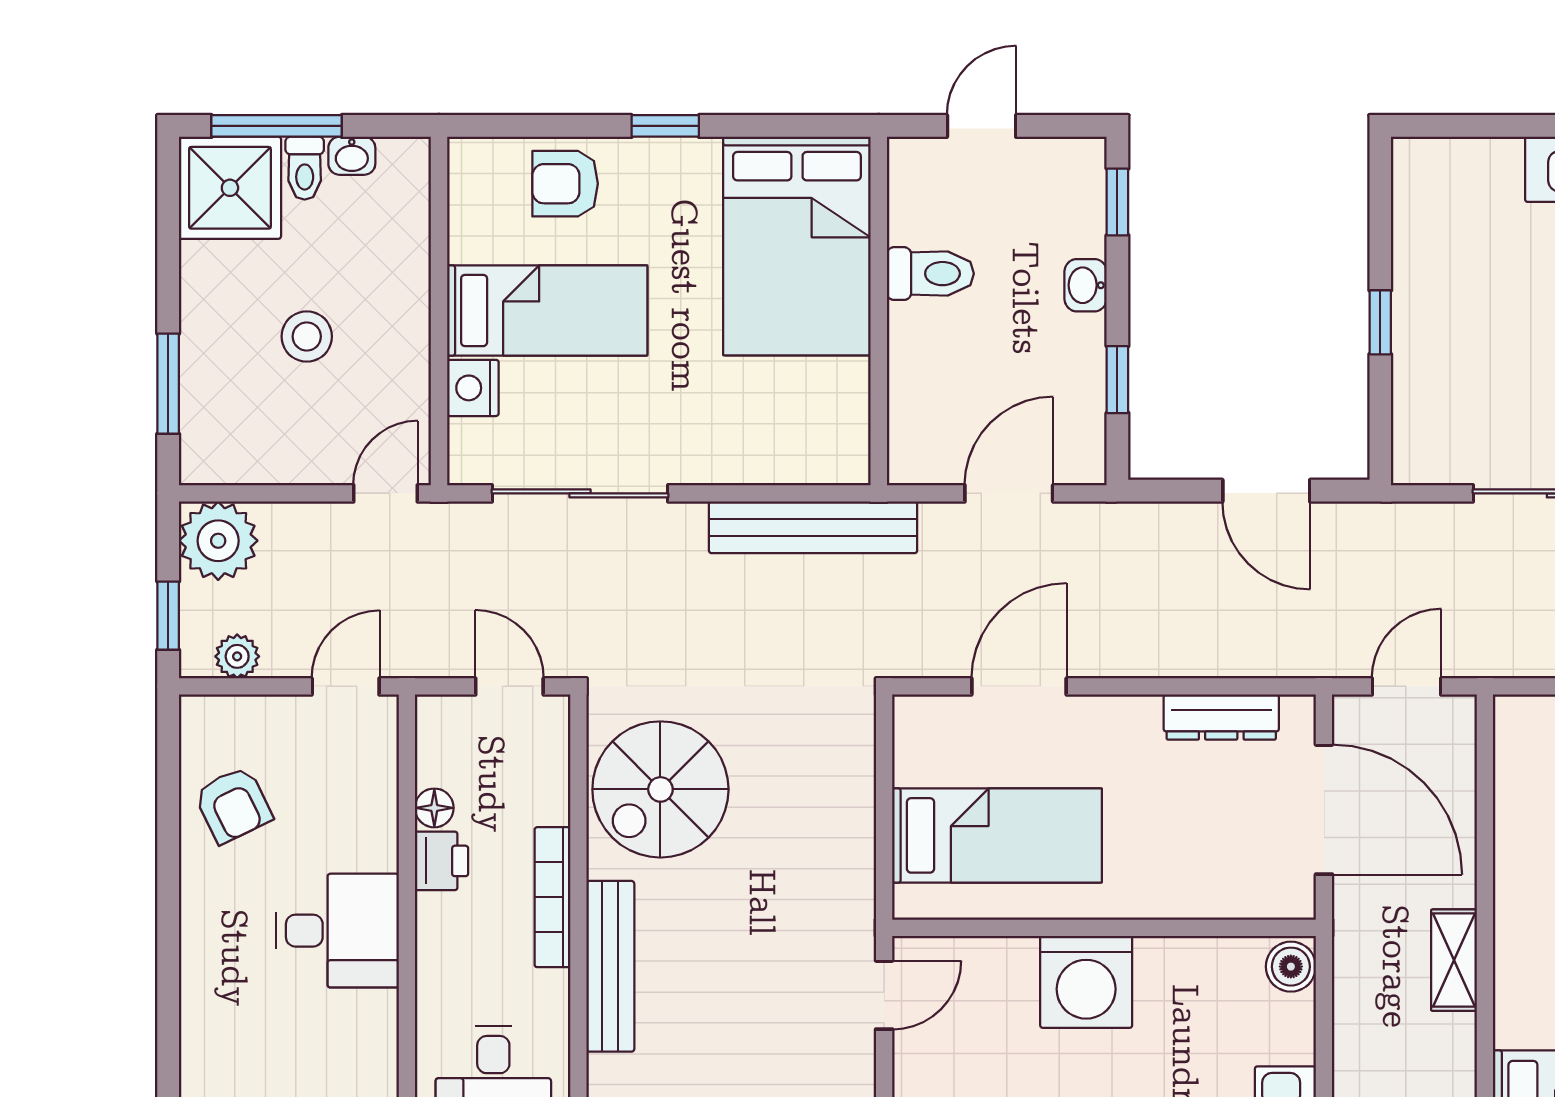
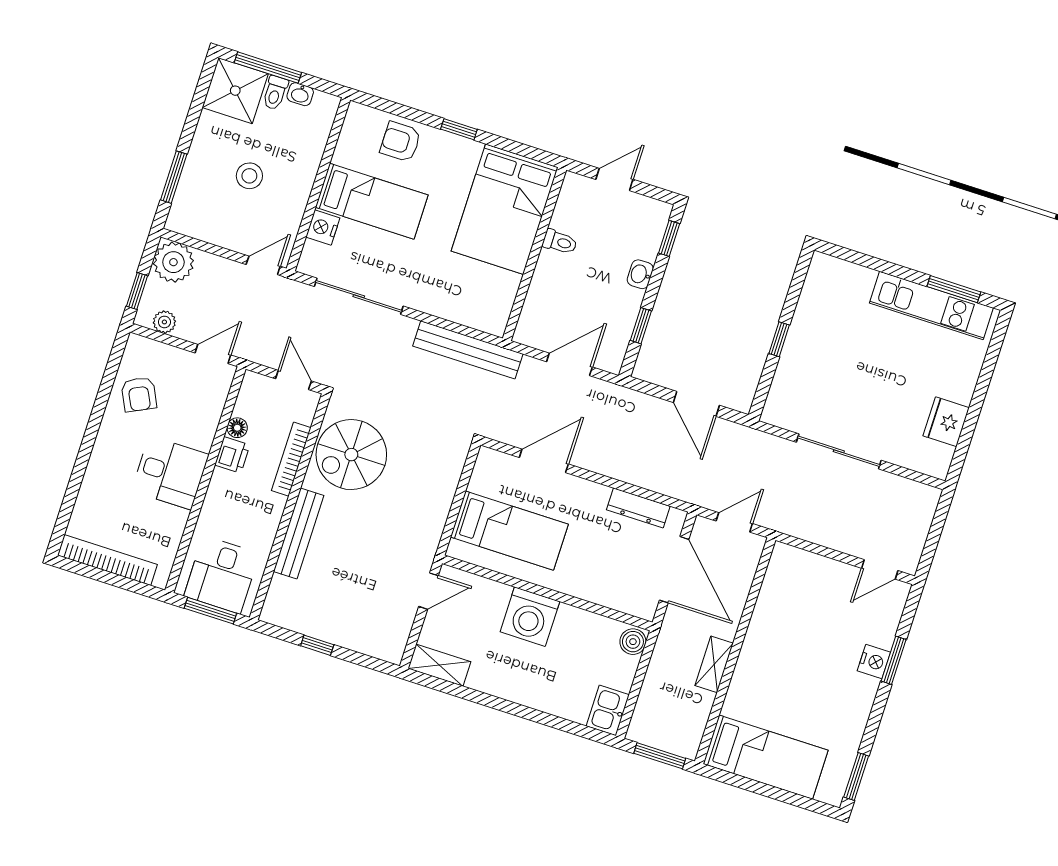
toilet: (930, 274) -> (560, 242), width x0.73, depth x0.72
bookcase: (552, 897) -> (291, 459), moved

